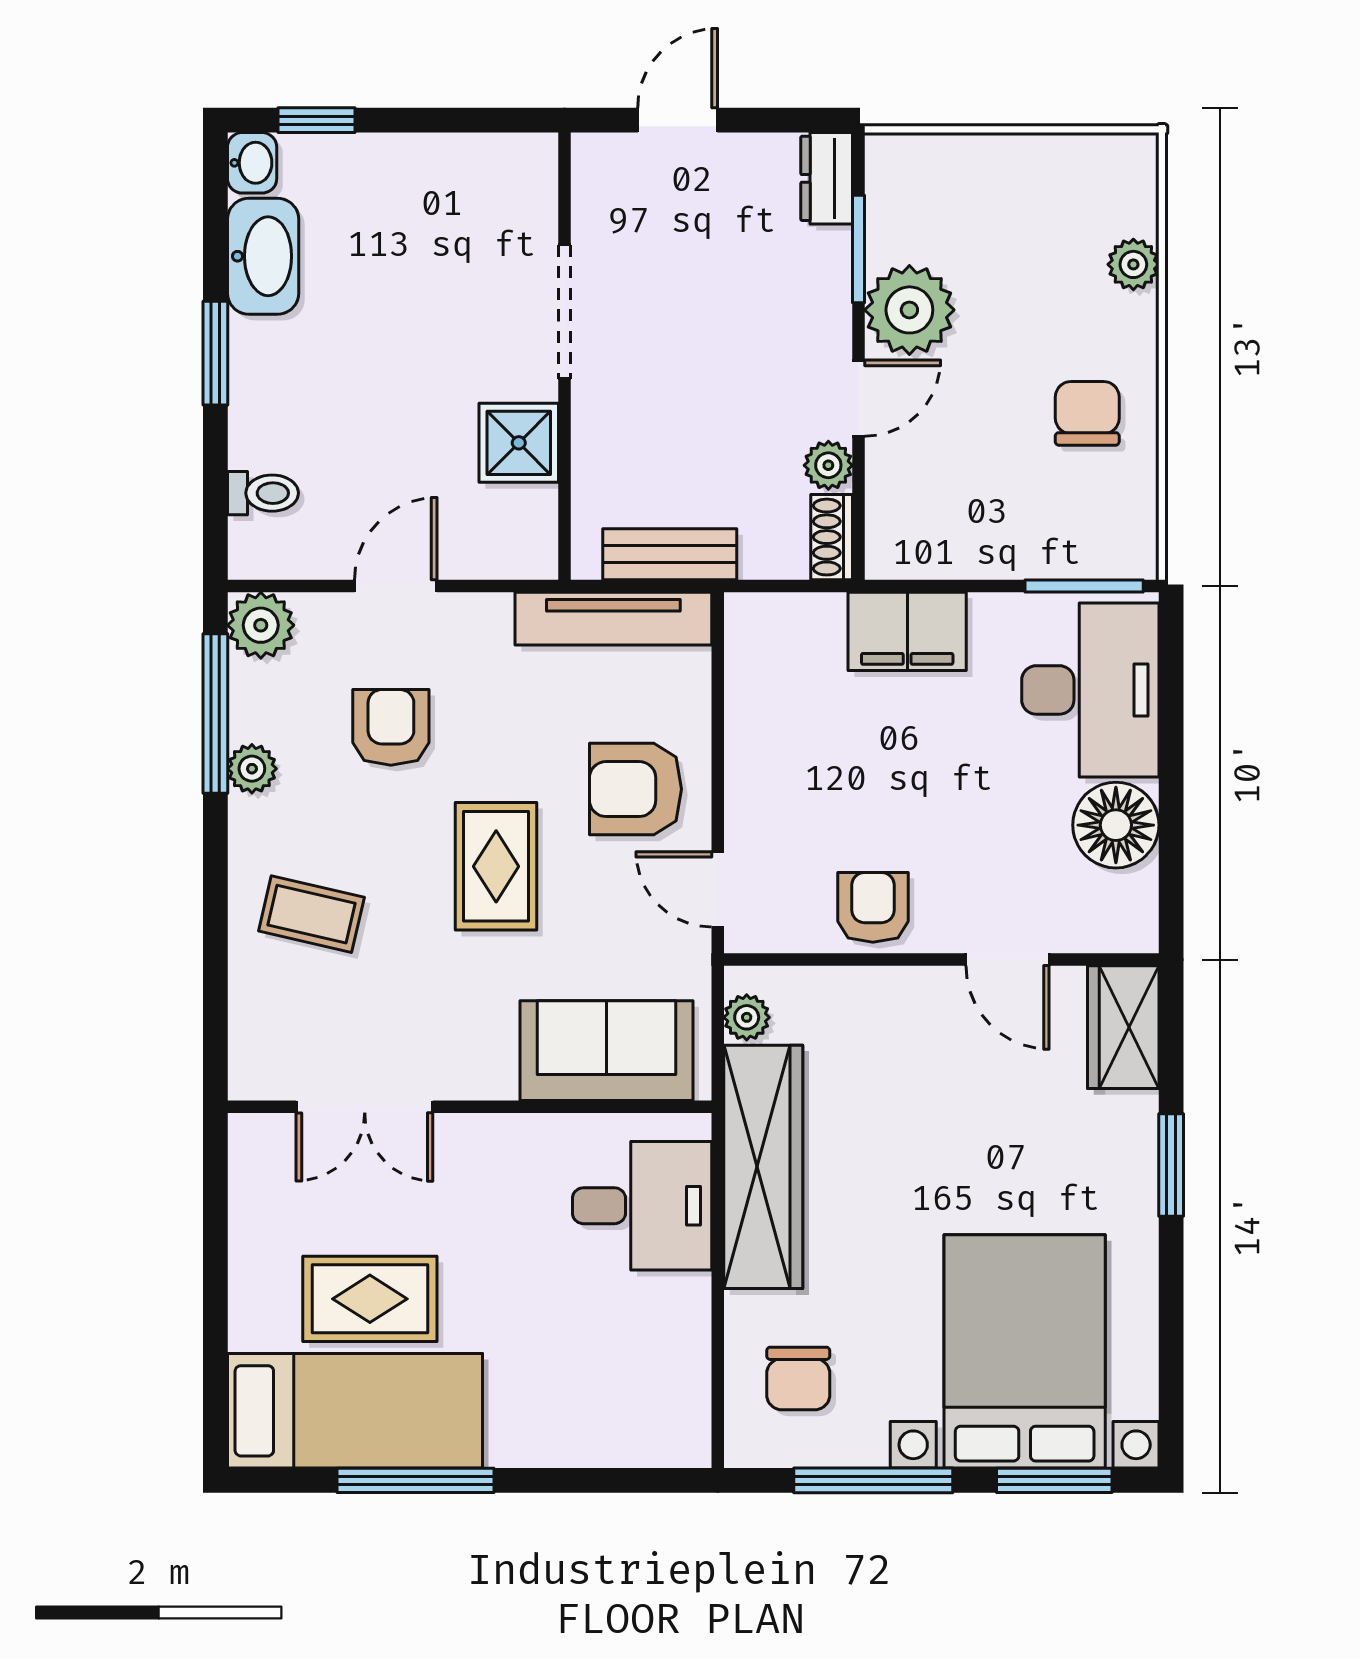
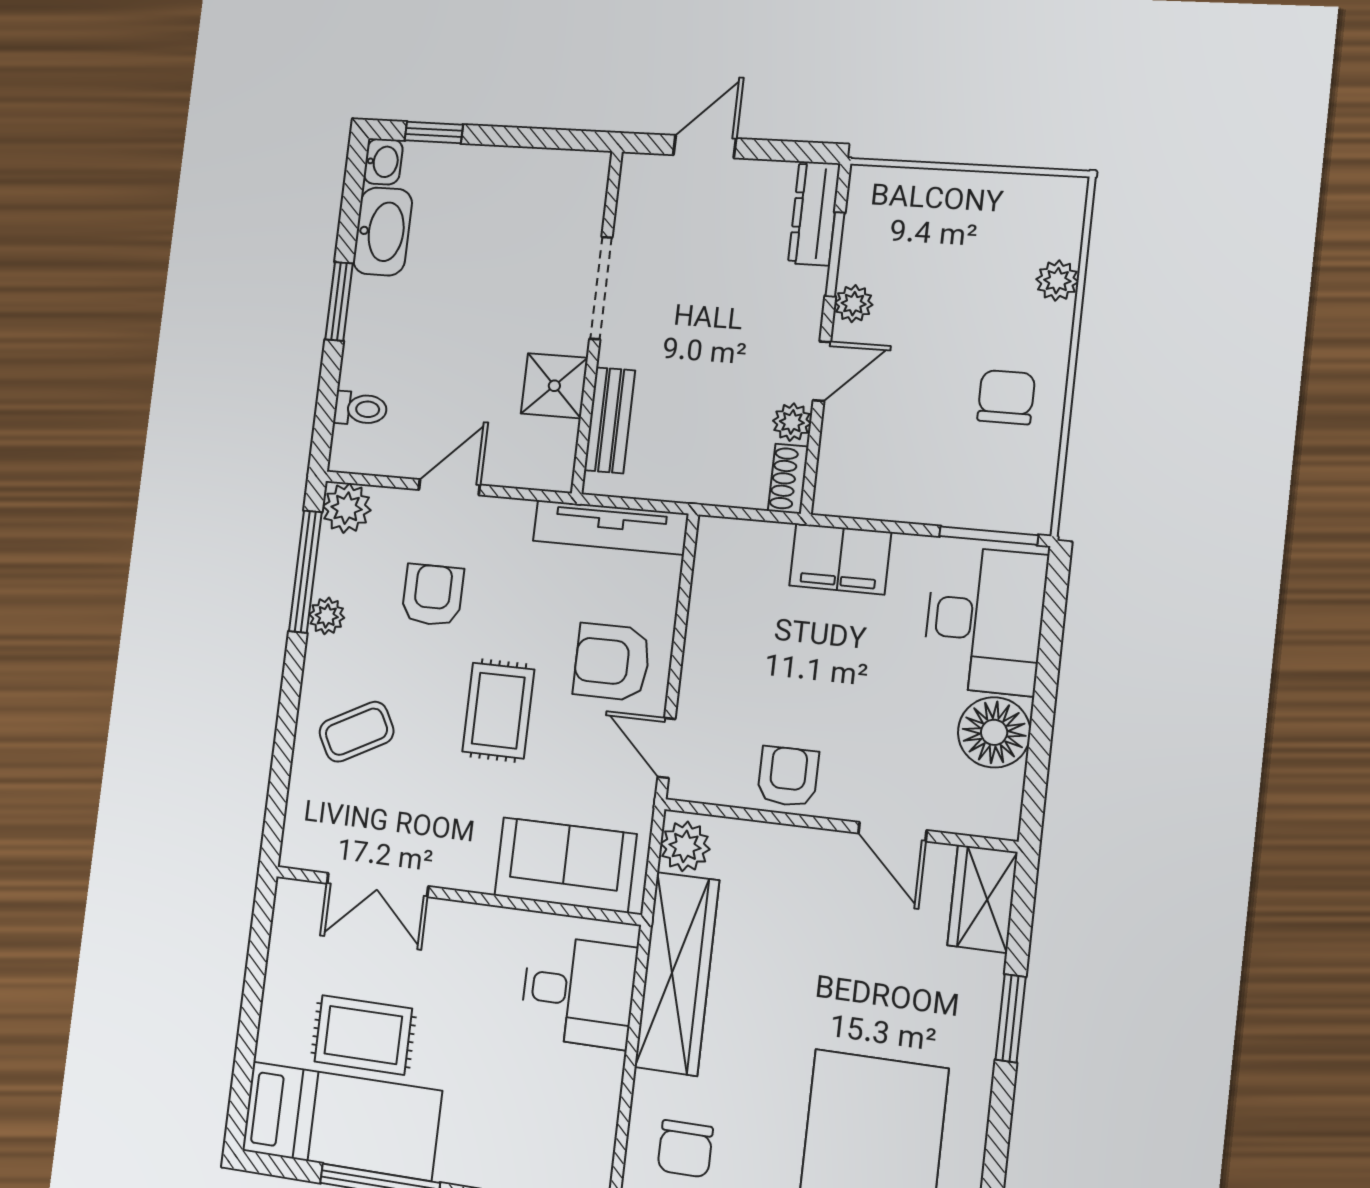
dresser: (827, 178) -> (814, 213), width x1.44
plant: (909, 310) -> (854, 304), width x0.53, depth x0.53
bench: (670, 554) -> (610, 420), moved, turned 90
coffee table: (311, 914) -> (356, 732), turned -41
plant: (747, 1017) -> (685, 846), width x1.38, depth x1.38

